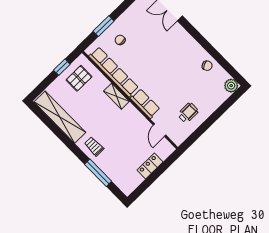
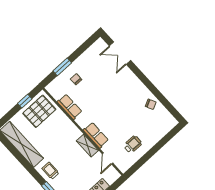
row of seats: (114, 72) -> (70, 107), width x0.50
pallet: (79, 78) -> (39, 111), width x1.50, depth x1.42
plant: (231, 86) -> (171, 122), removed
shelving: (116, 96) -> (87, 146), moved

